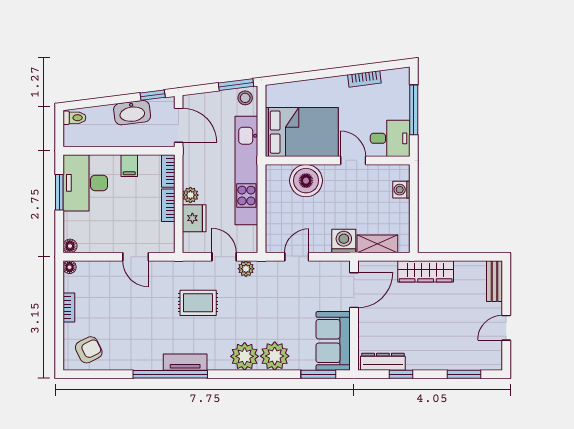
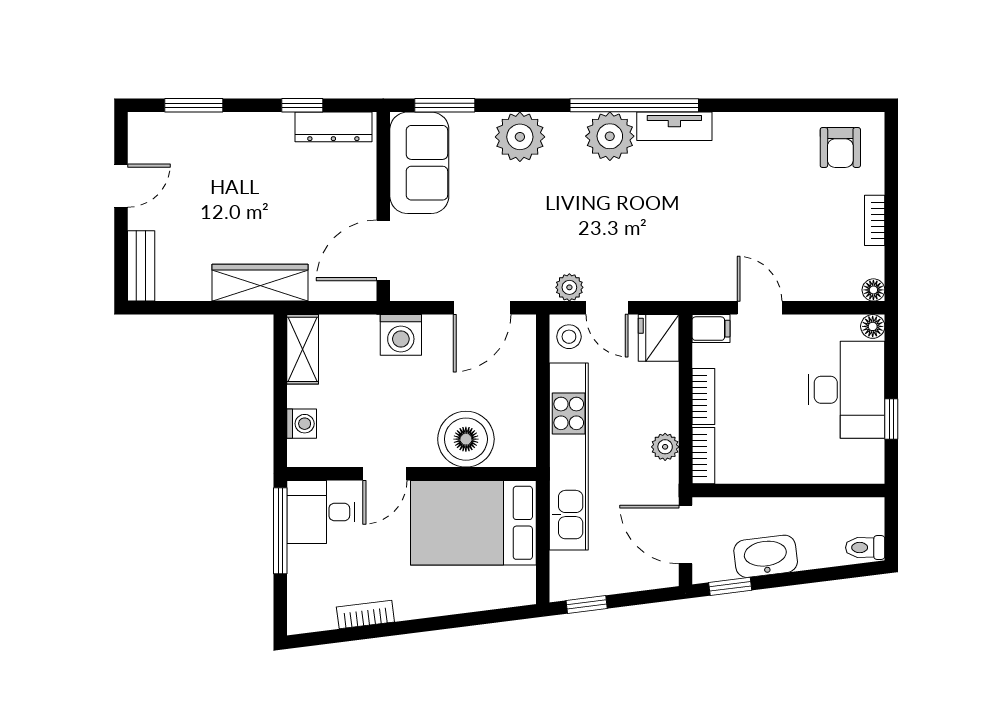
window: (236, 85) -> (587, 605), width x0.67
stool: (245, 98) -> (569, 337), moved
window: (414, 110) -> (280, 531), moved
door: (353, 160) -> (385, 474), hinge flipped
filing cabinet: (129, 166) -> (711, 329), moved, turned 90
desk: (85, 183) -> (846, 390), moved
window: (59, 192) -> (891, 419), width x0.67
plant: (190, 195) -> (665, 447), moved
fridge: (194, 218) -> (659, 338), moved
shelving: (377, 244) -> (303, 349), moved, turned 90
door: (297, 257) -> (482, 308), width x1.38
rug: (198, 303) -> (652, 229), removed
armchair: (89, 350) -> (840, 148), turned -64
plant: (245, 356) -> (610, 136), moved
window: (170, 374) -> (634, 105), moved

